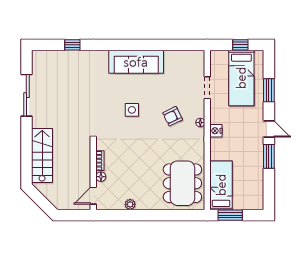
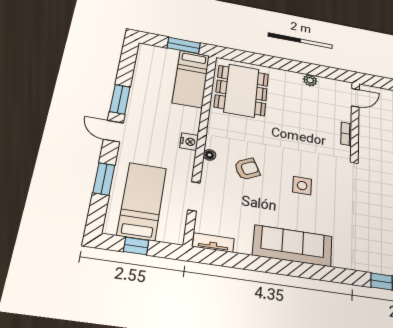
tv unit: (190, 55) -> (213, 243), added
floor lamp: (101, 177) -> (346, 116), removed

